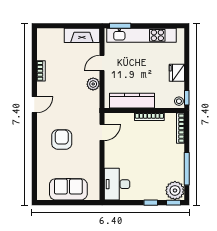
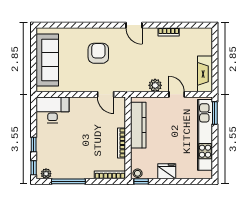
armchair: (62, 139) -> (98, 53), turned -90
sofa: (68, 189) -> (47, 60), width x1.36
plant: (175, 190) -> (46, 174), width x0.53, depth x0.53

